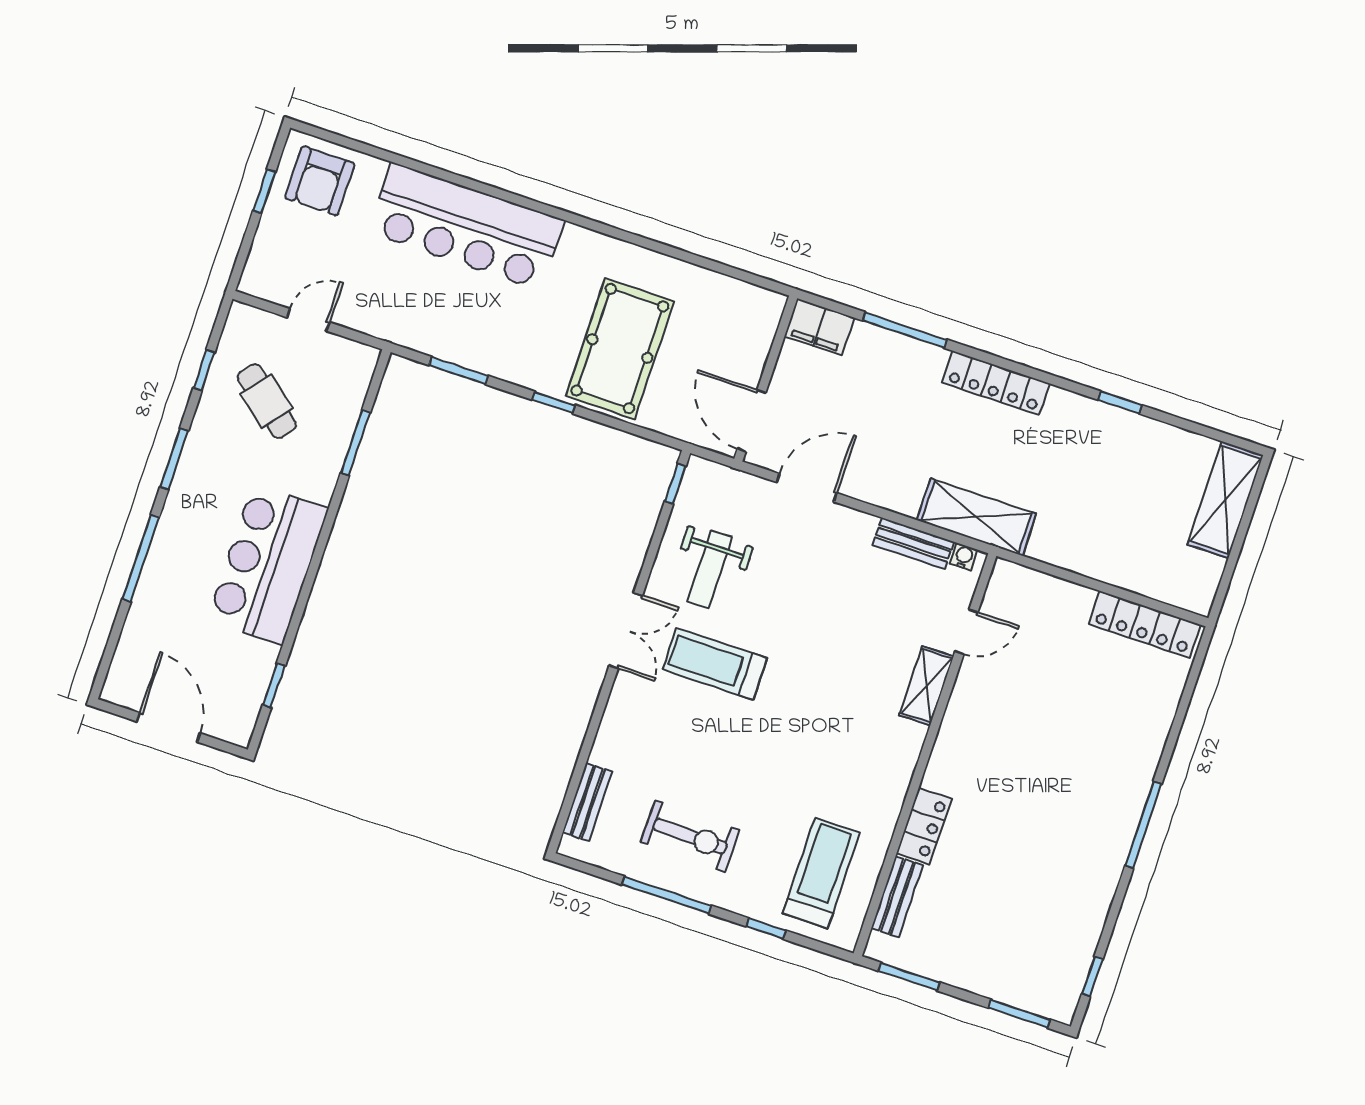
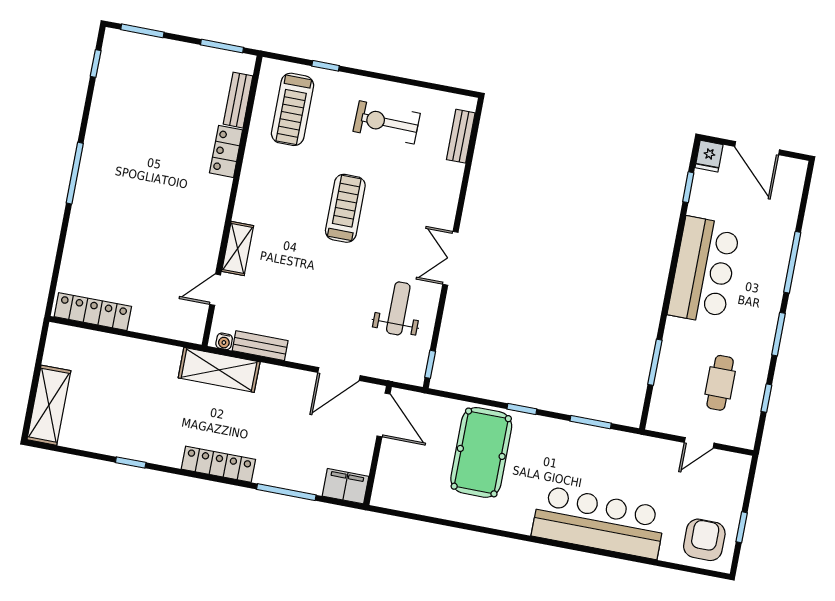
cafe table: (267, 401) -> (720, 383), turned 51
treadmill: (715, 664) -> (345, 208), moved, turned -90
fridge: (238, 725) -> (709, 156), added
window: (667, 895) -> (397, 80), removed

